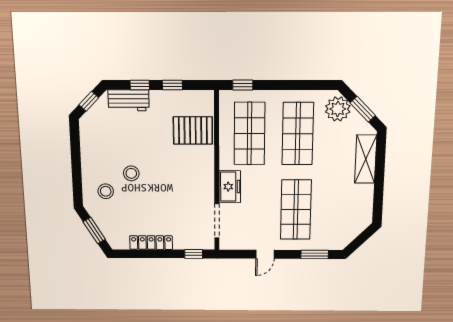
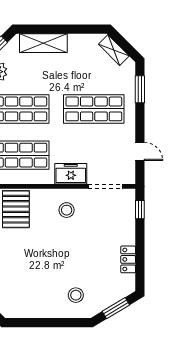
stool: (131, 173) -> (67, 210), moved
shelving: (355, 229) -> (114, 50), added
locker: (151, 243) -> (128, 259), width x0.66
door: (265, 254) -> (140, 151), moved

